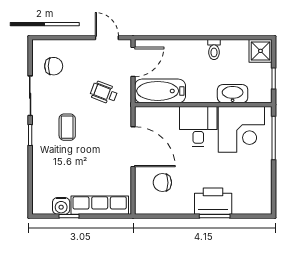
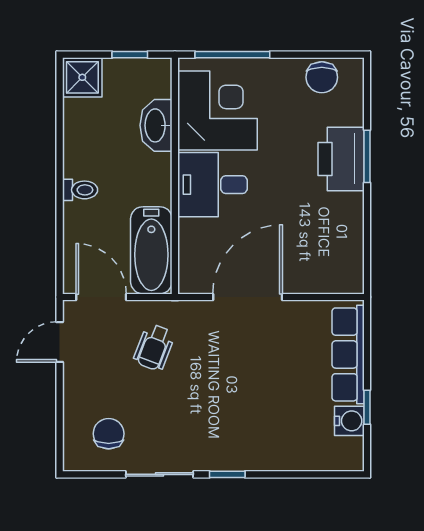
toilet: (214, 50) -> (80, 190), moved
coffee table: (67, 127) -> (214, 411), removed
chair: (162, 183) -> (322, 77), moved

